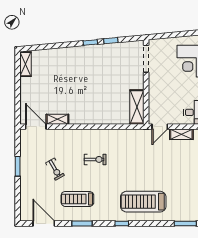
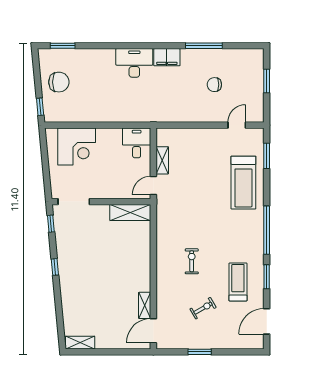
window: (111, 41) -> (51, 224), moved
door: (160, 127) -> (153, 186), swing flipped
treadmill: (77, 199) -> (238, 282), turned 180
treadmill: (143, 202) -> (243, 183), moved
window: (122, 224) -> (267, 230), width x3.17

